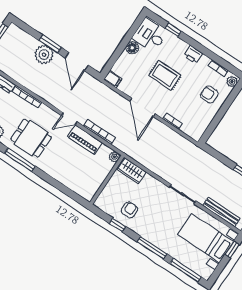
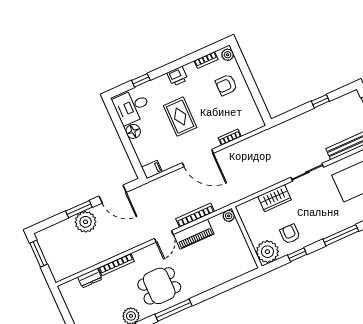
rug: (165, 75) -> (180, 117), turned 90
wardrobe: (132, 171) -> (275, 198), moved
plant: (106, 202) -> (267, 252), added

